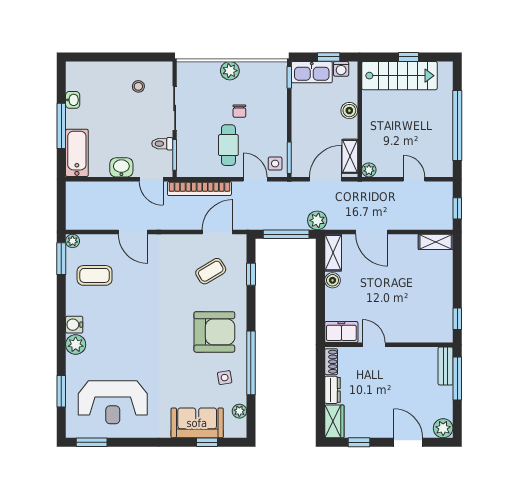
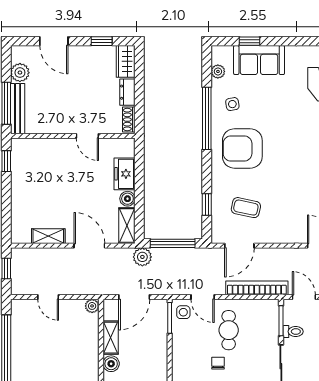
shelving: (350, 156) -> (111, 338), moved
shelving: (436, 242) -> (48, 236), moved
coffee table: (211, 271) -> (246, 208), turned 43
freezer: (341, 332) -> (125, 174), moved, turned 90
bench: (445, 366) -> (18, 109), width x1.36
plant: (443, 428) -> (20, 73), moved

